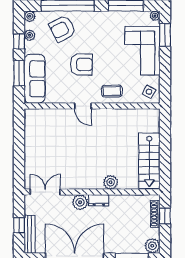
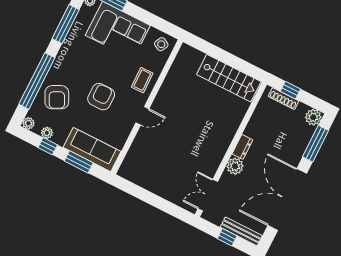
plant: (111, 182) -> (231, 126), removed

